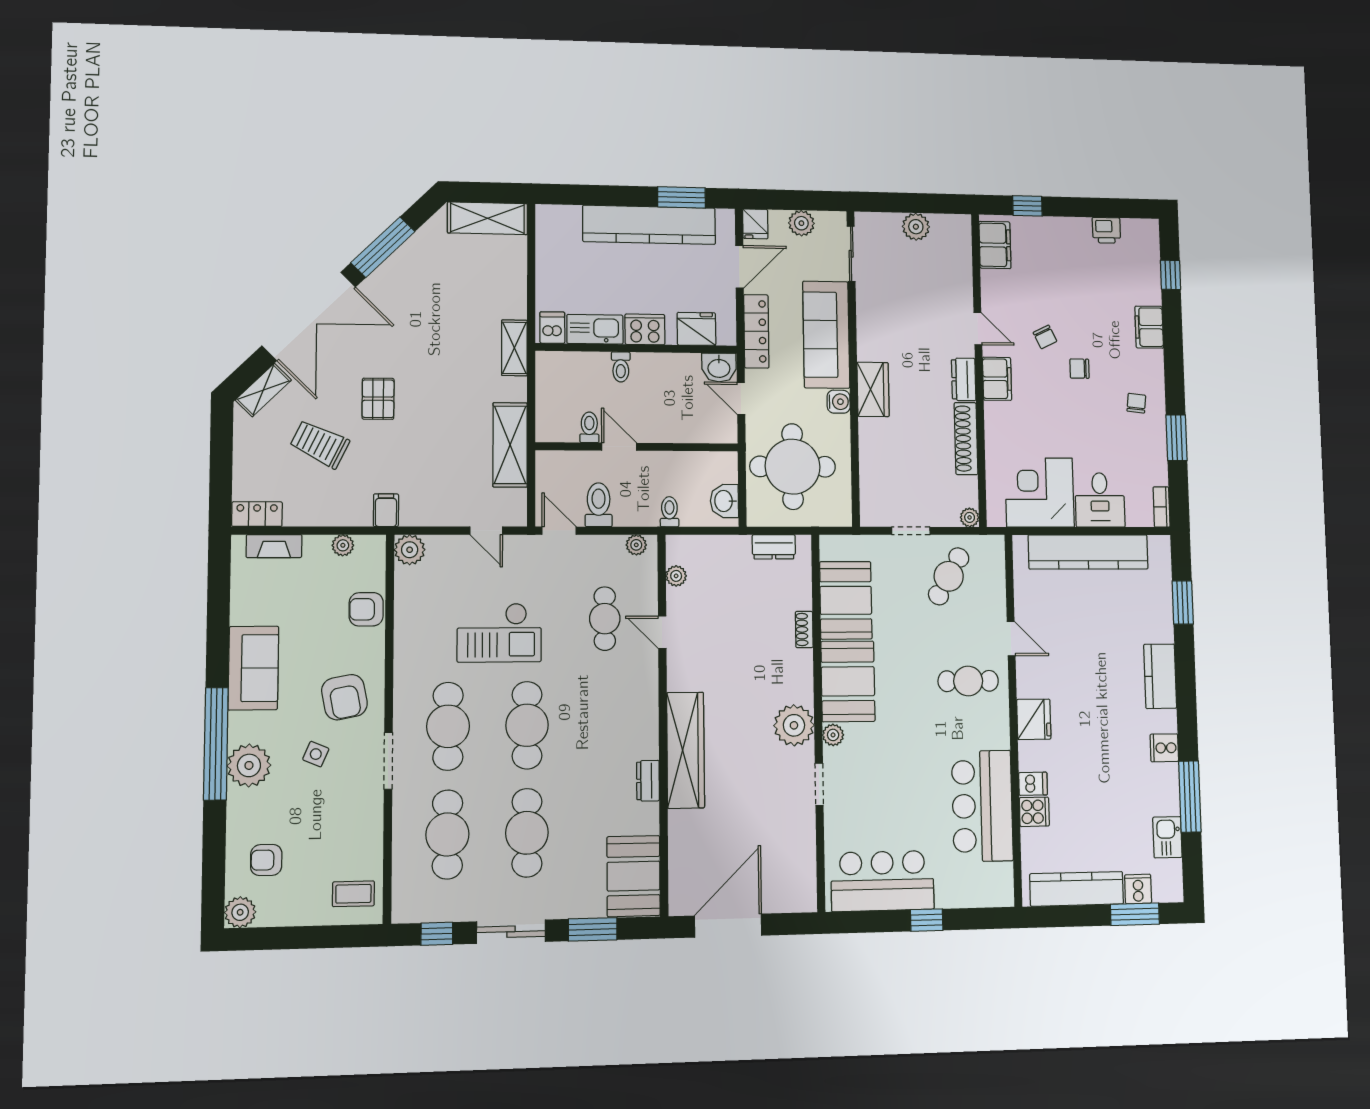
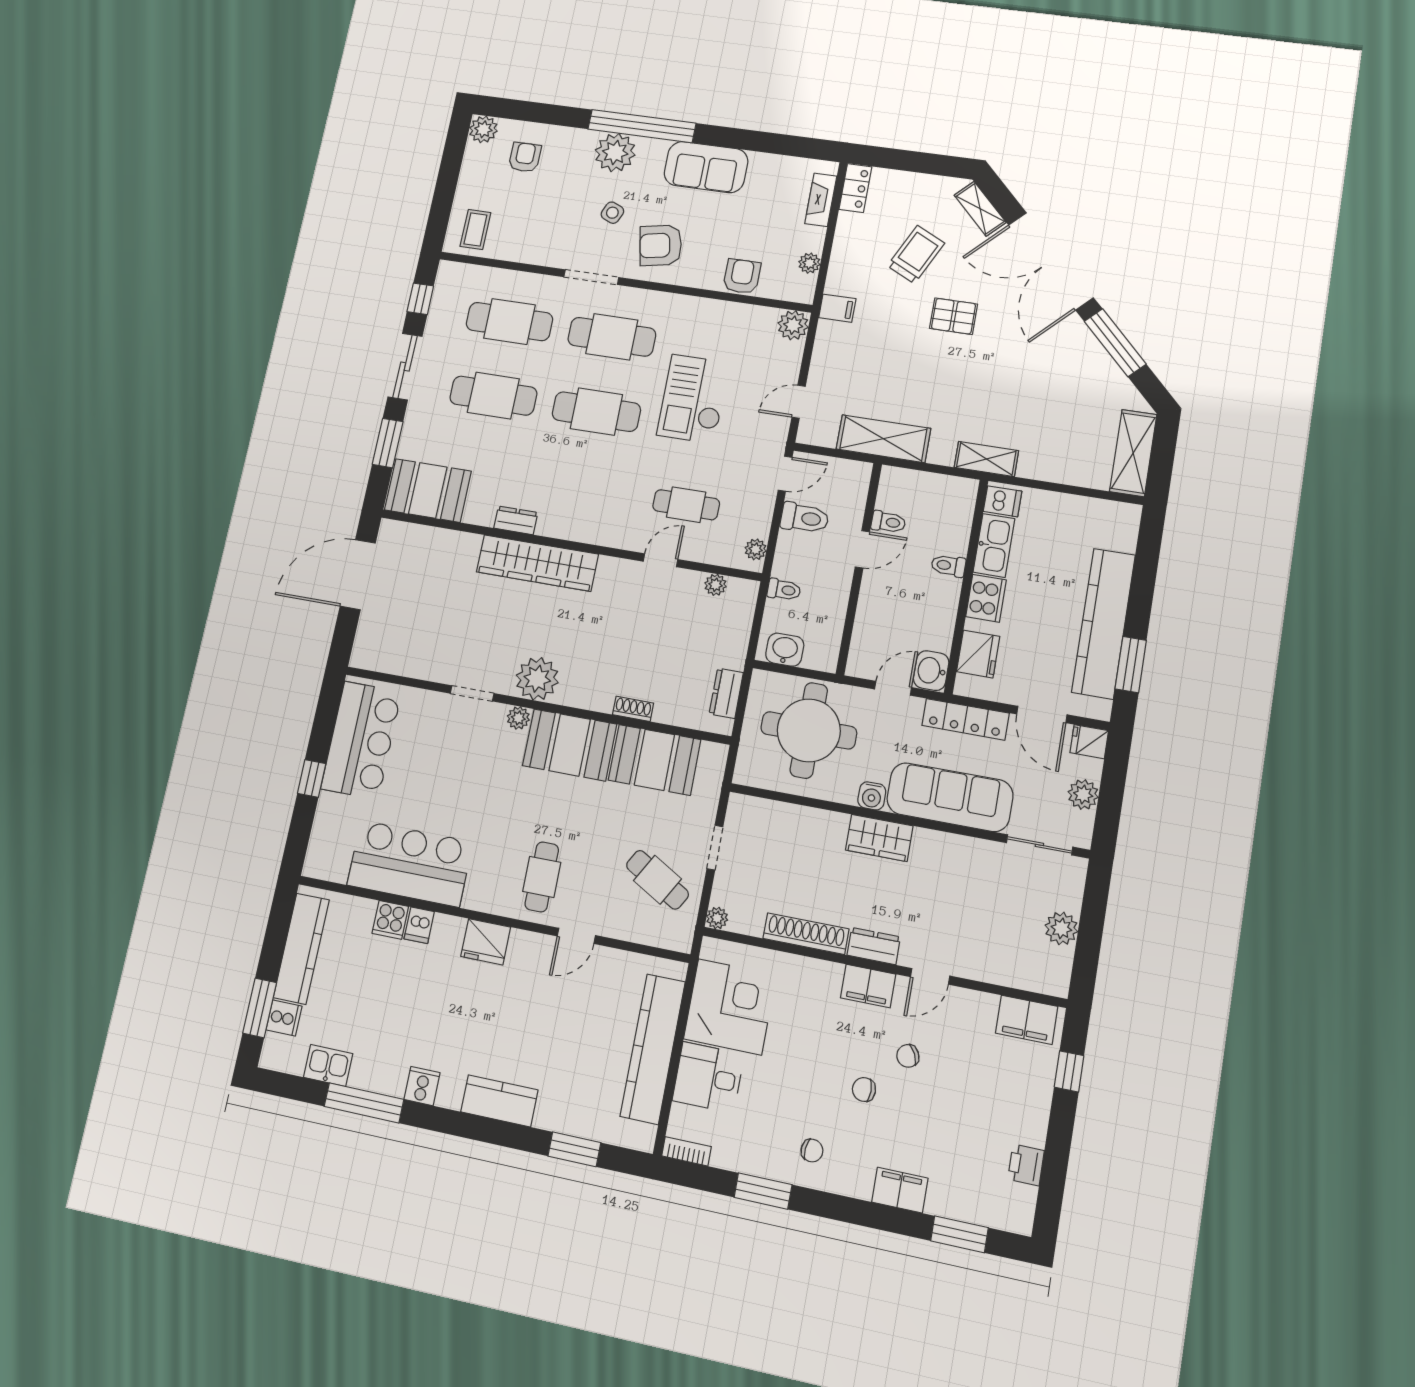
window: (1171, 275) -> (959, 1234), width x1.50
chair: (1079, 369) -> (864, 1090), turned -90
door: (728, 926) -> (358, 575), swing flipped

